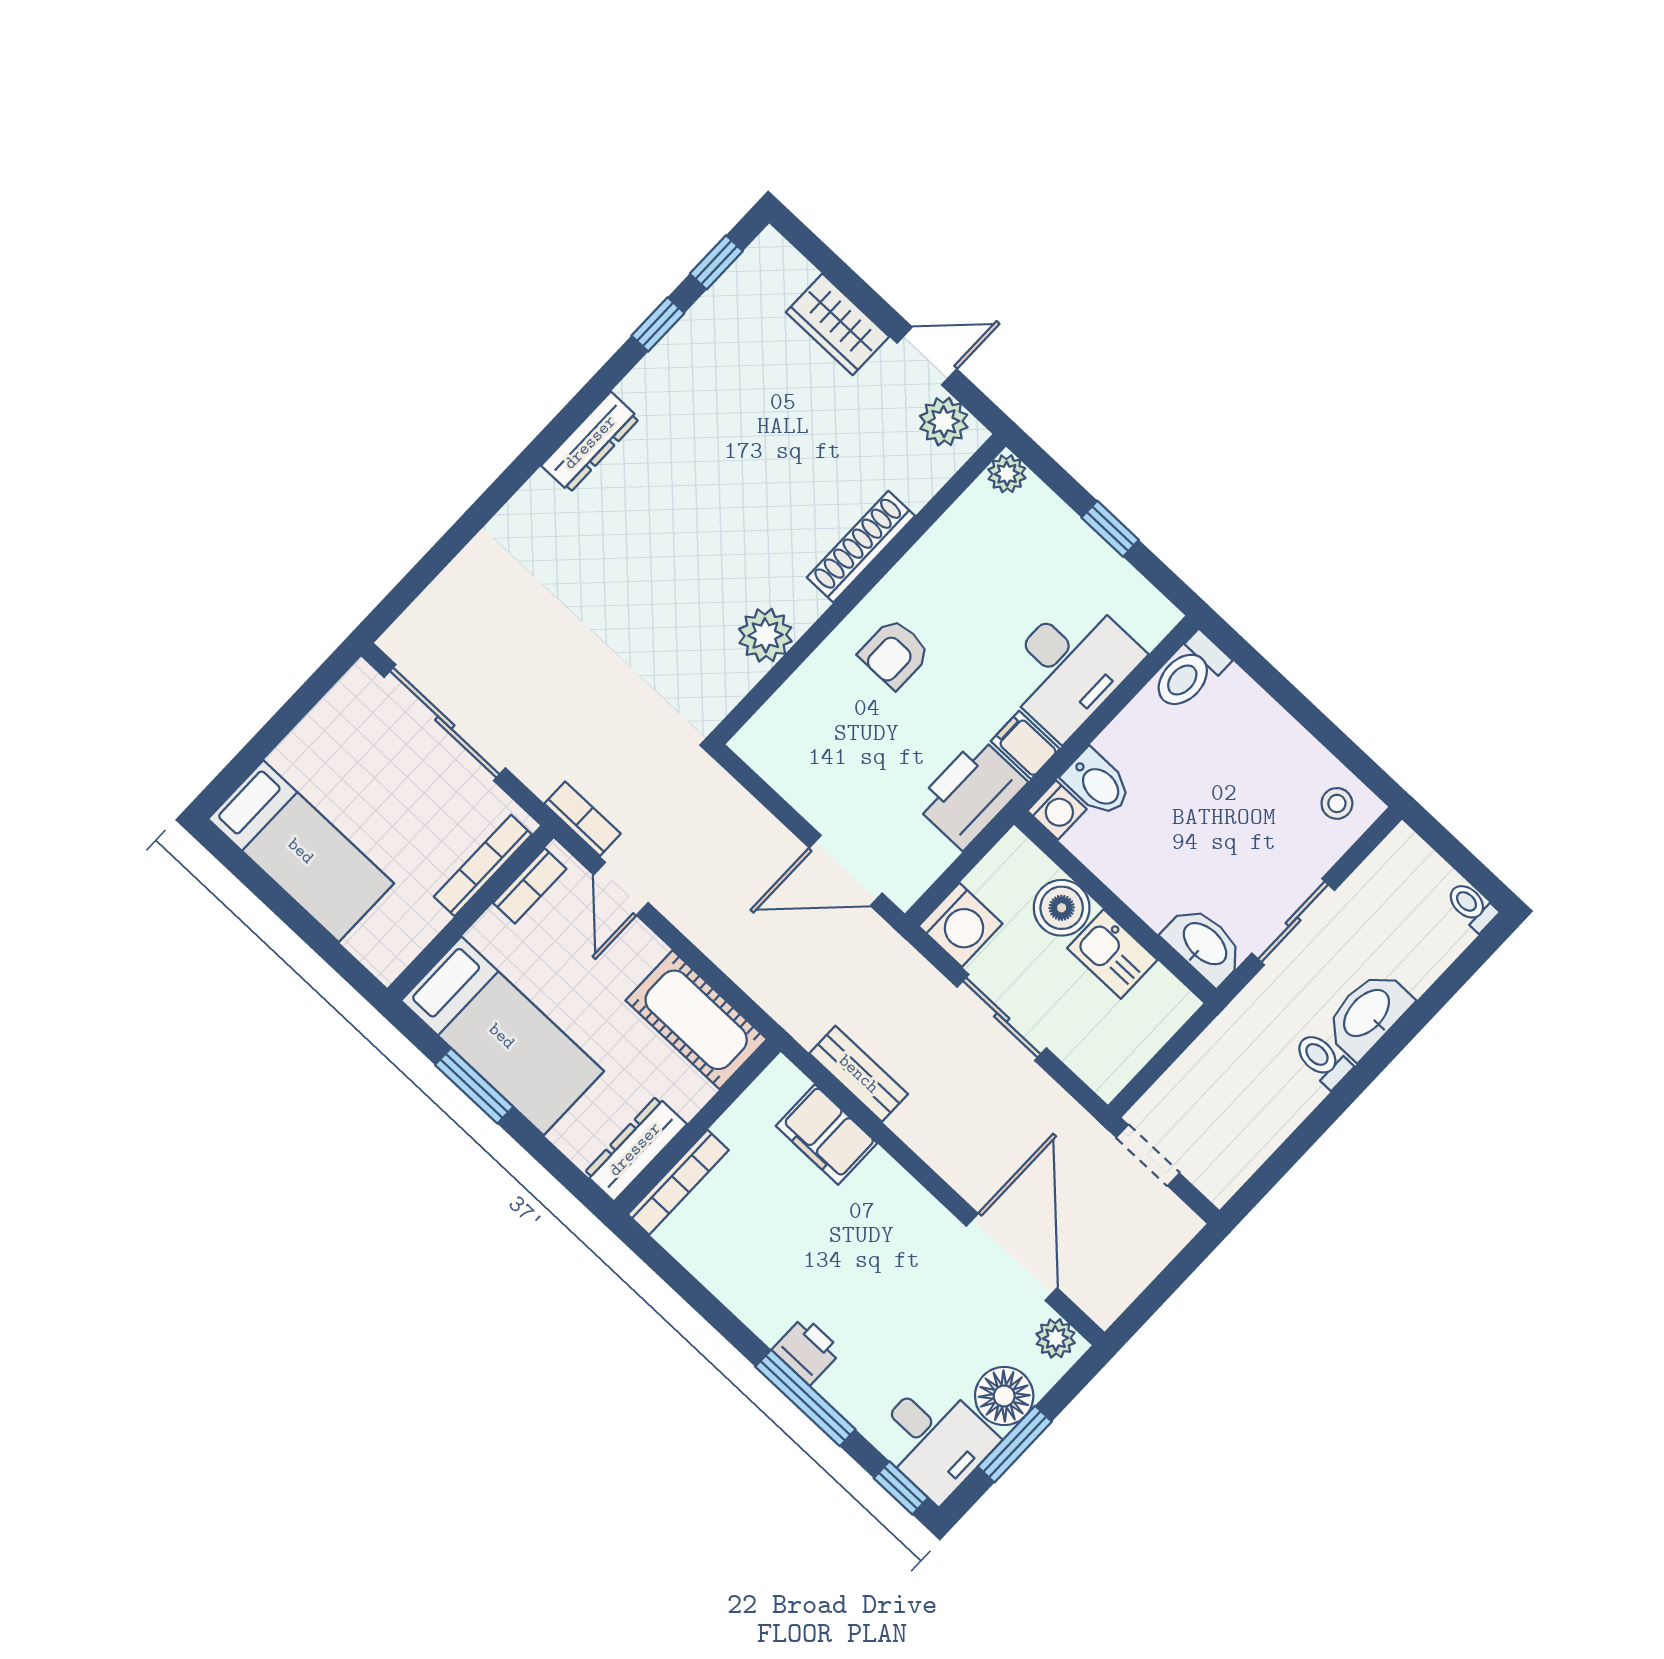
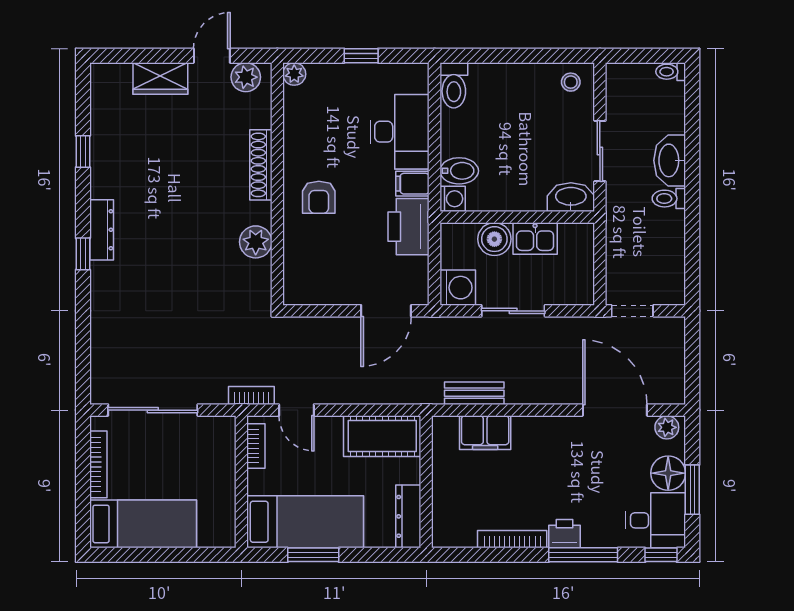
window: (716, 262) -> (83, 254), moved
bookcase: (483, 865) -> (98, 464), moved, turned 180
bookcase: (678, 1182) -> (512, 539), moved, turned -90

